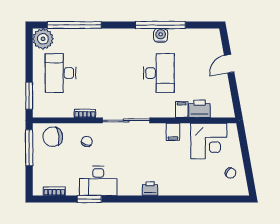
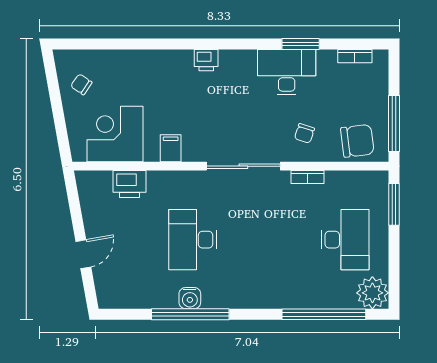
filing cabinet: (182, 109) -> (157, 183), removed

